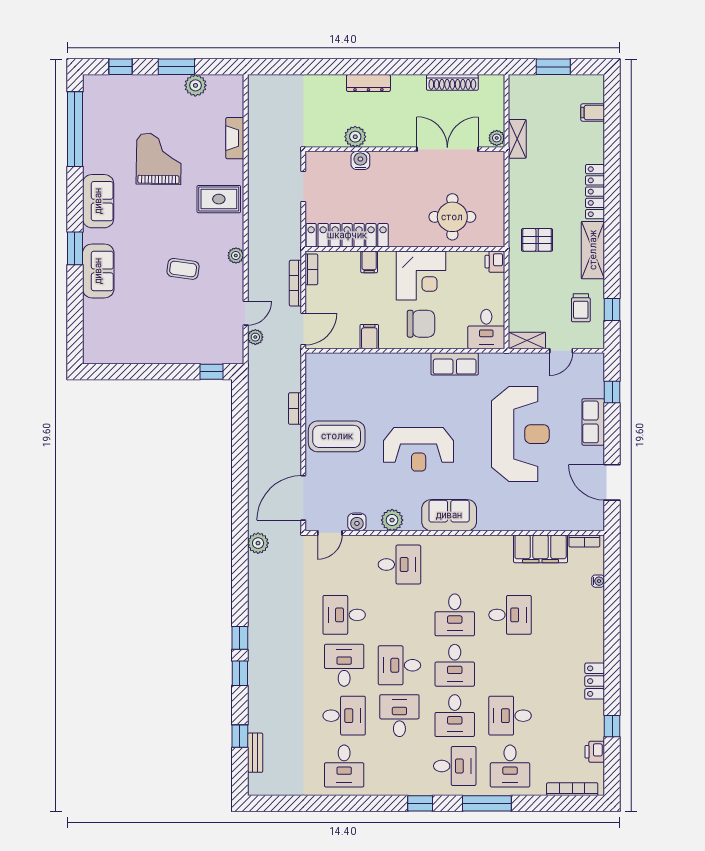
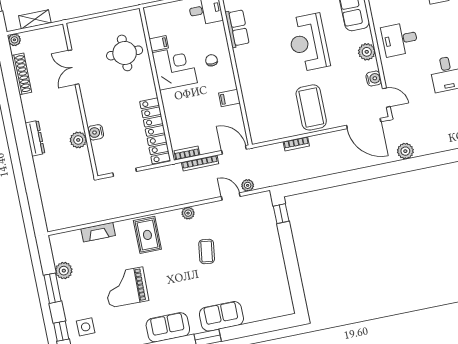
side table: (120, 98) -> (86, 327), added
plant: (497, 138) -> (14, 40), moved
shelving: (517, 139) -> (35, 19), moved
double door: (447, 149) -> (73, 67), width x0.73
filing cabinet: (369, 262) -> (159, 43), moved
printer: (495, 262) -> (152, 13), removed
chair: (421, 324) -> (212, 60), width x0.54, depth x0.54
reception desk: (419, 449) -> (308, 43), turned 180
desk: (399, 565) -> (400, 39), turned -90

